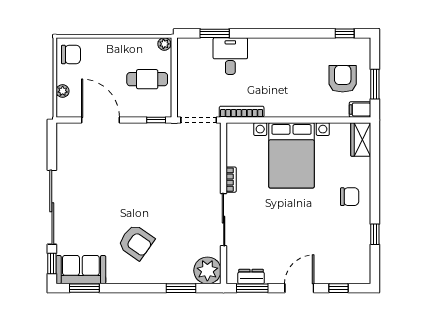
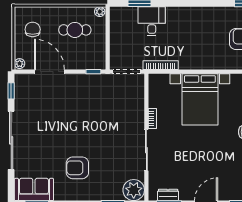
chair: (71, 54) -> (33, 29), moved, turned -90
cafe table: (147, 79) -> (75, 30), moved
plant: (63, 91) -> (20, 64), moved
armchair: (136, 242) -> (77, 168), turned 145
window: (52, 263) -> (11, 91), moved

